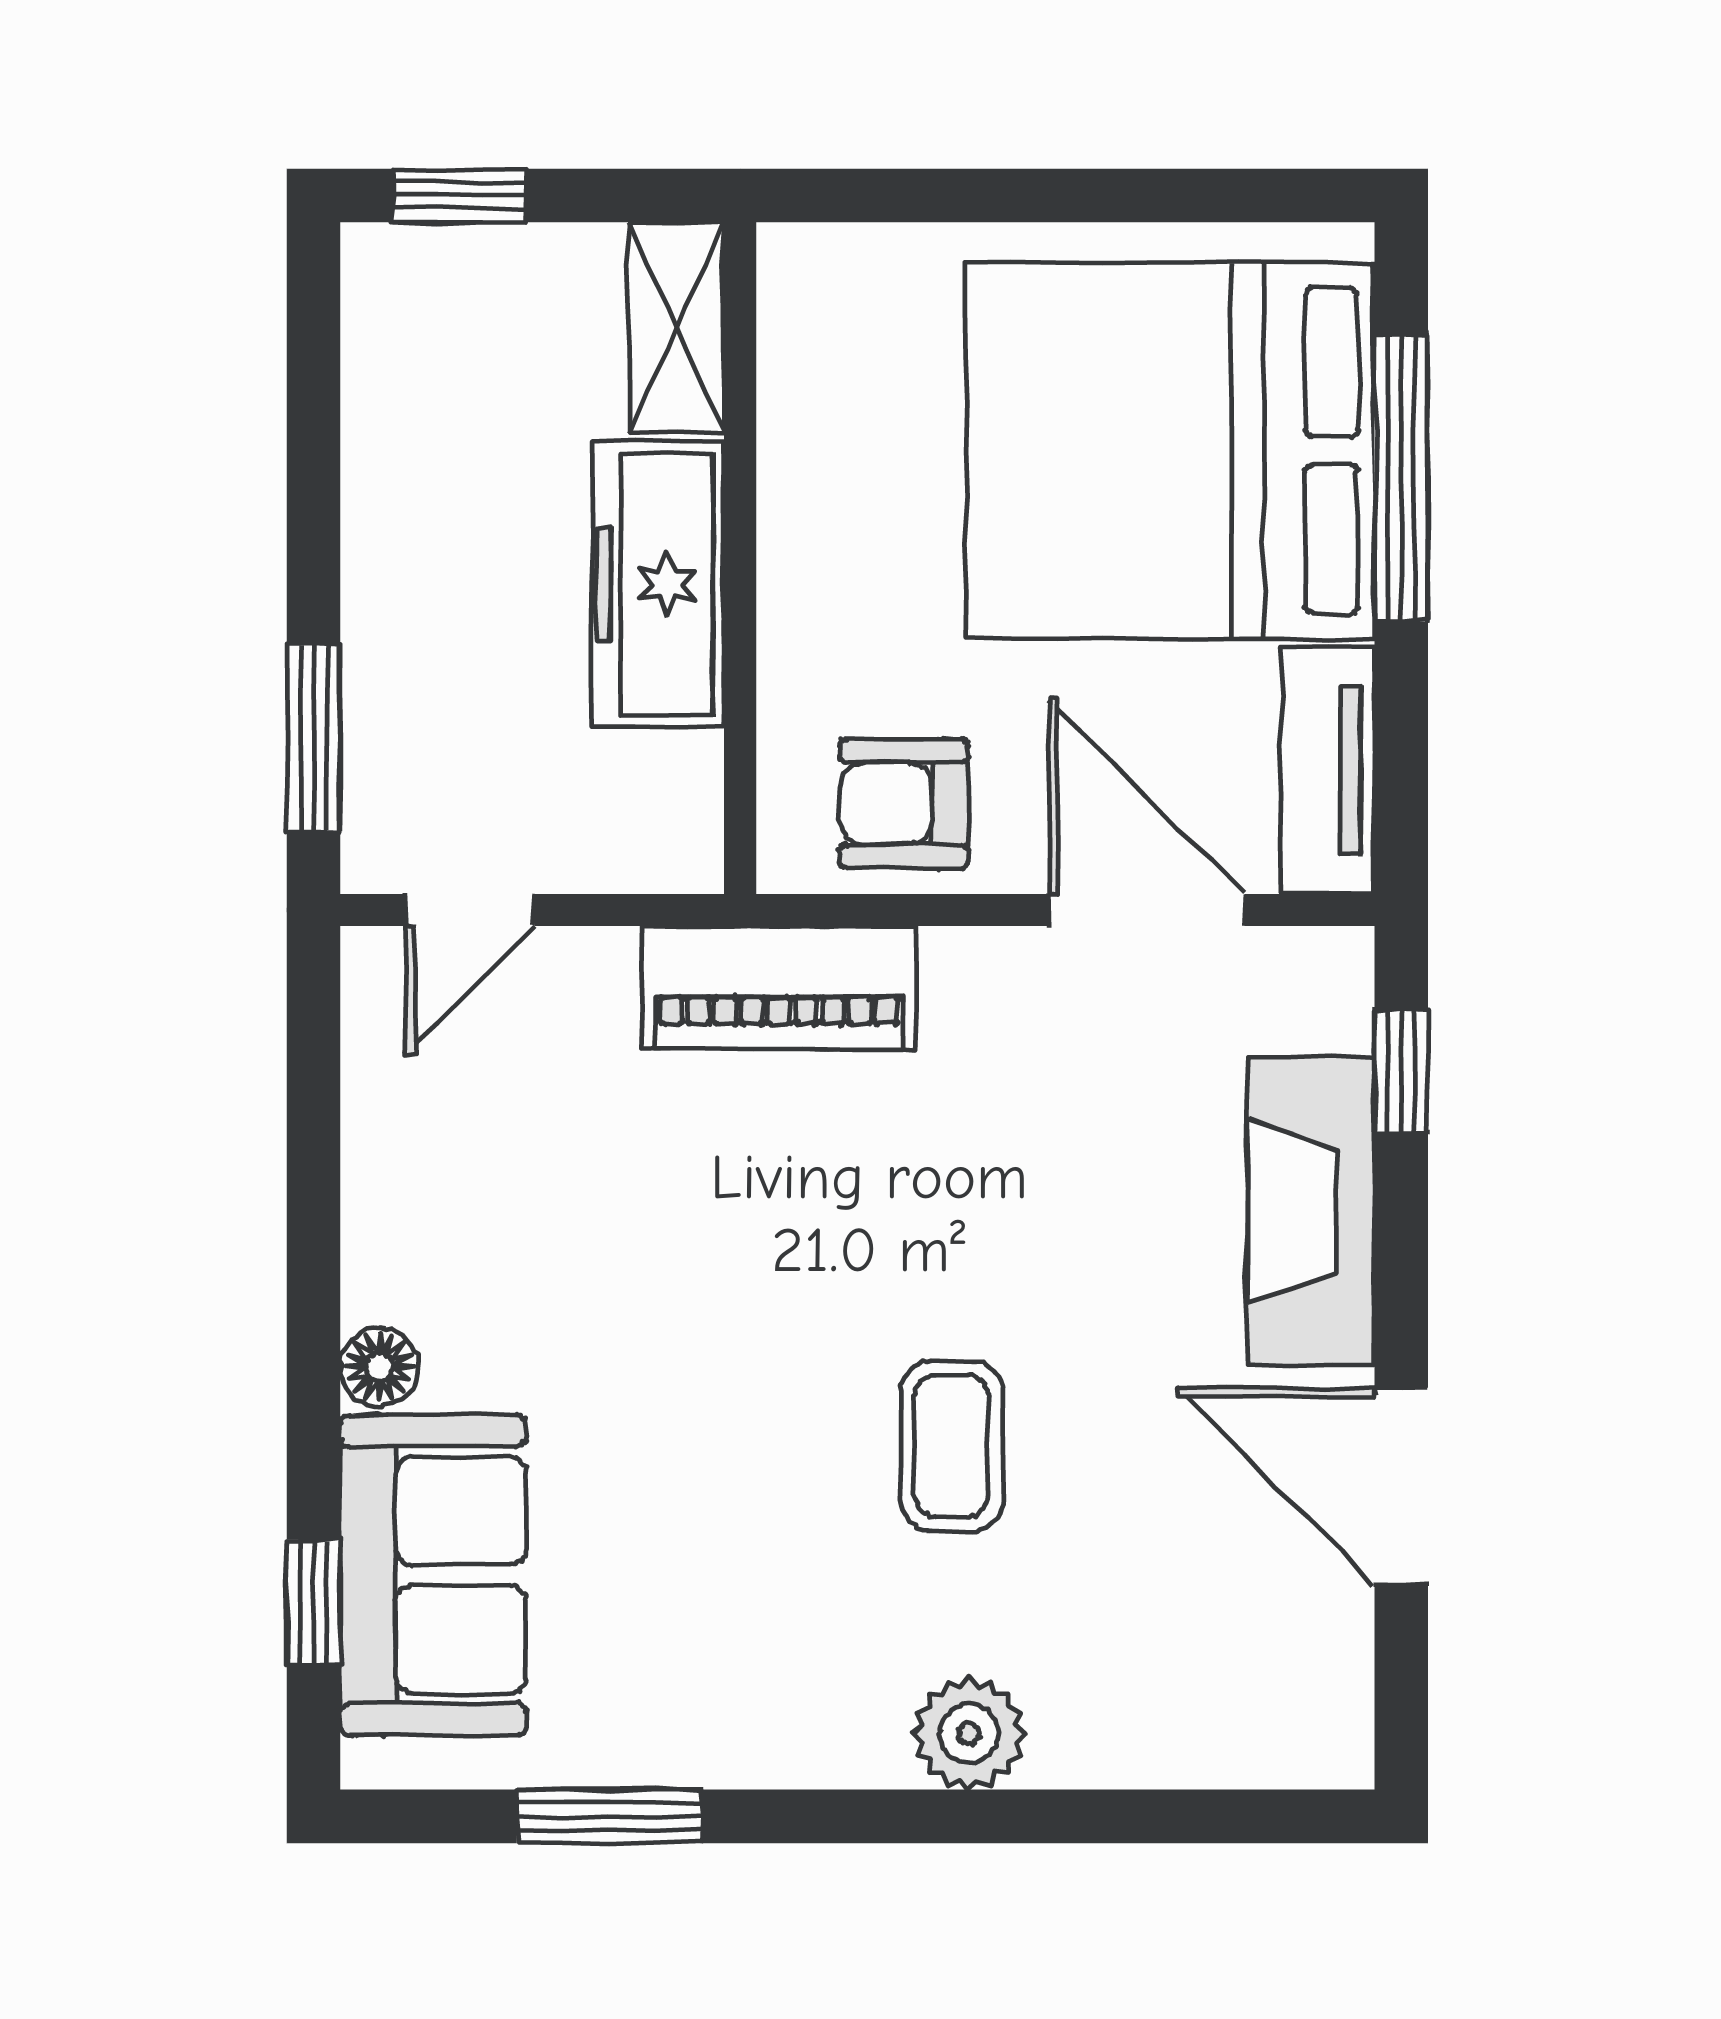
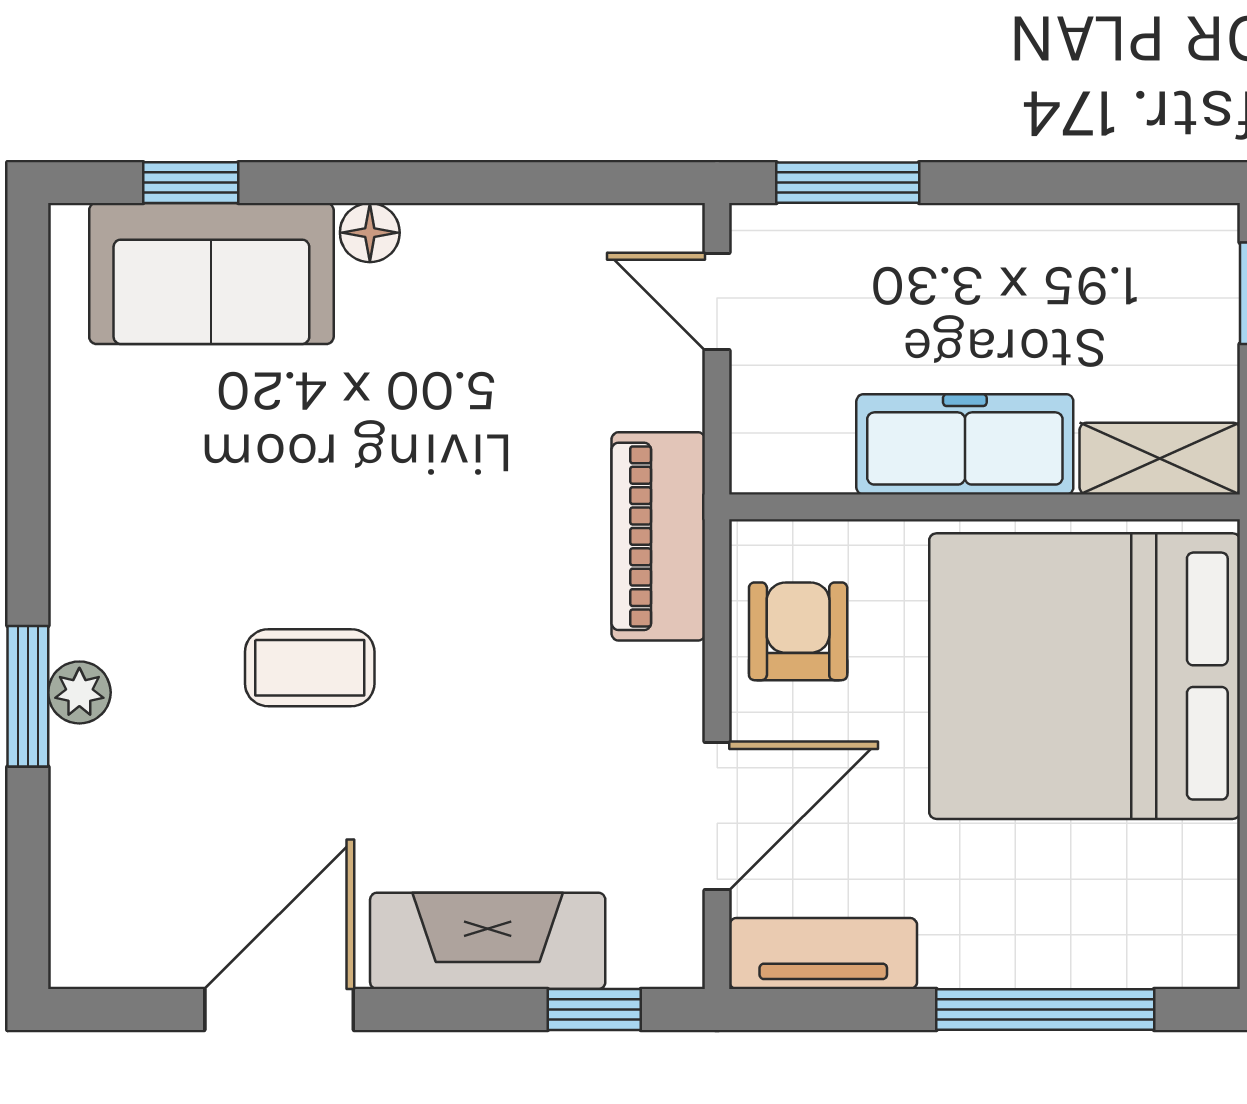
bed: (1170, 451) -> (1085, 676), moved, turned -90
plant: (969, 1733) -> (79, 692), width x0.73, depth x0.73
window: (609, 1816) -> (28, 696), moved

